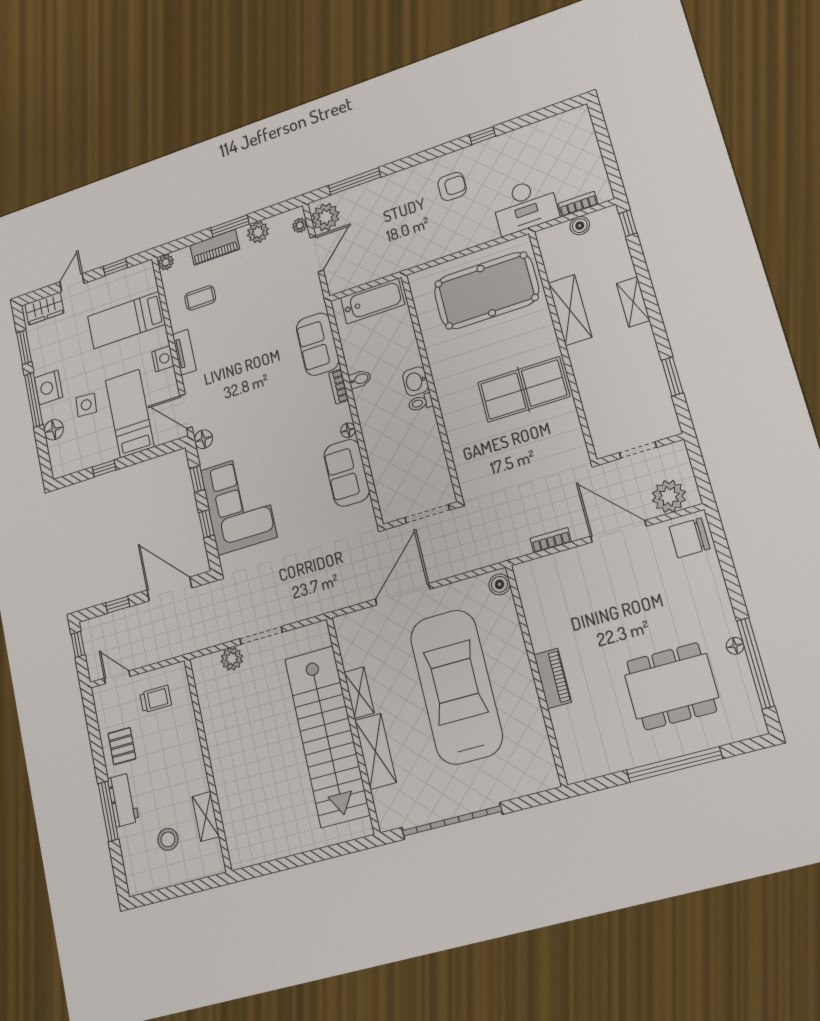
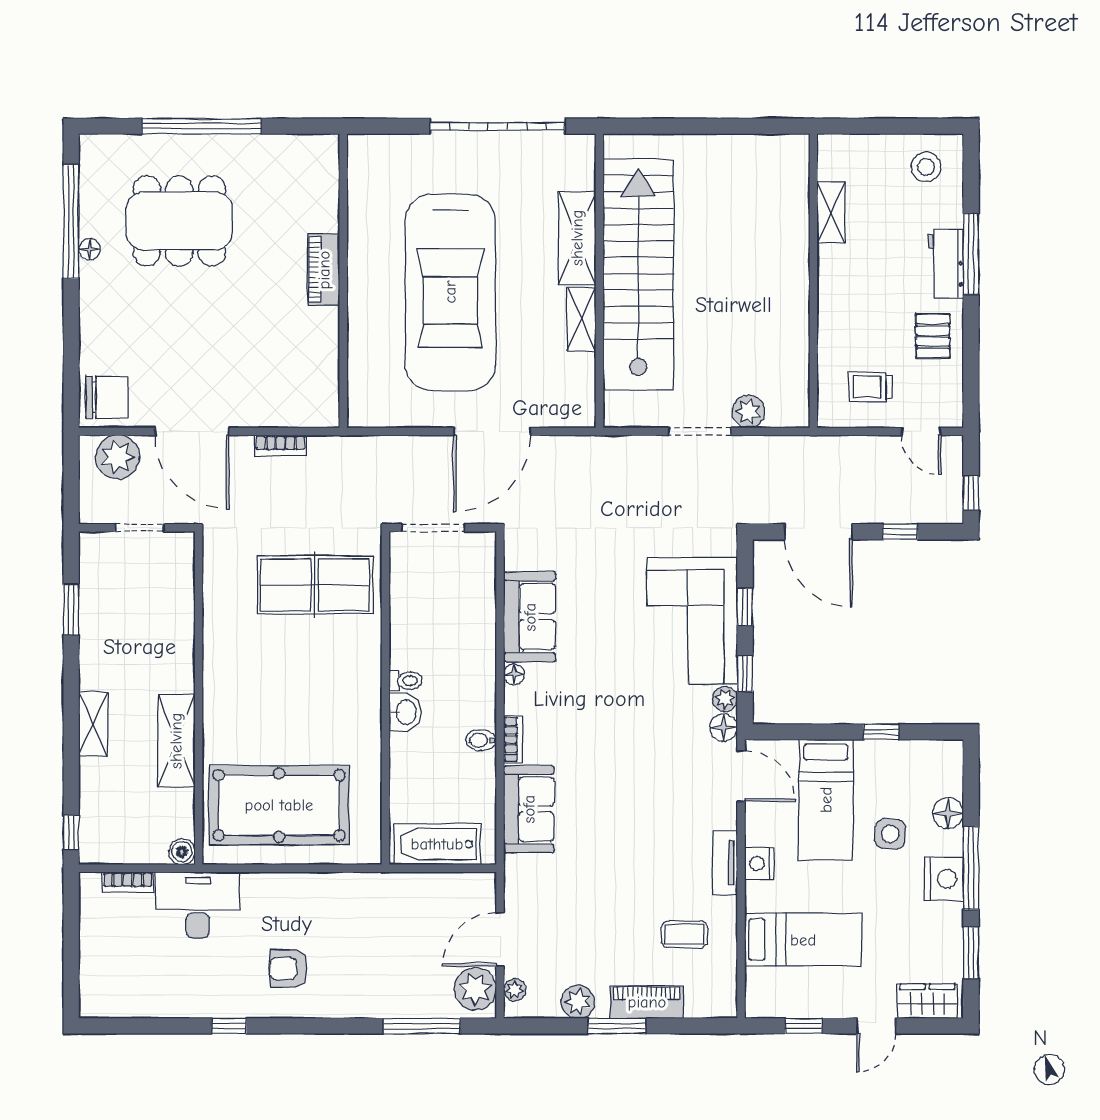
boiler: (580, 226) -> (182, 852), moved
plant: (166, 262) -> (725, 699), moved
table tennis table: (524, 390) -> (315, 585), moved
boiler: (499, 584) -> (361, 408), removed
stool: (168, 839) -> (926, 167), moved

